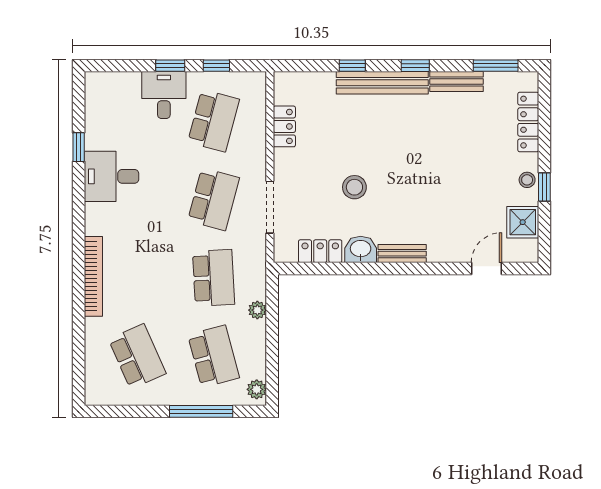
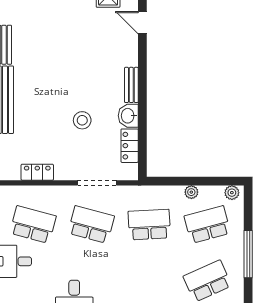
plant: (257, 310) -> (191, 192), moved
window: (201, 411) -> (248, 254), moved

